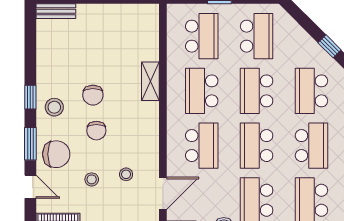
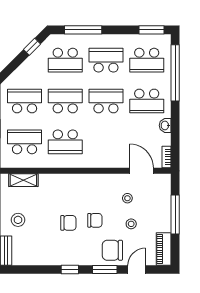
shelving: (150, 81) -> (23, 180), moved
school desk: (257, 91) -> (65, 101), turned 180
stool: (54, 107) -> (18, 220), moved
school desk: (202, 146) -> (106, 142), removed
school desk: (257, 146) -> (106, 101), turned 180
chair: (56, 154) -> (112, 250), turned -90

